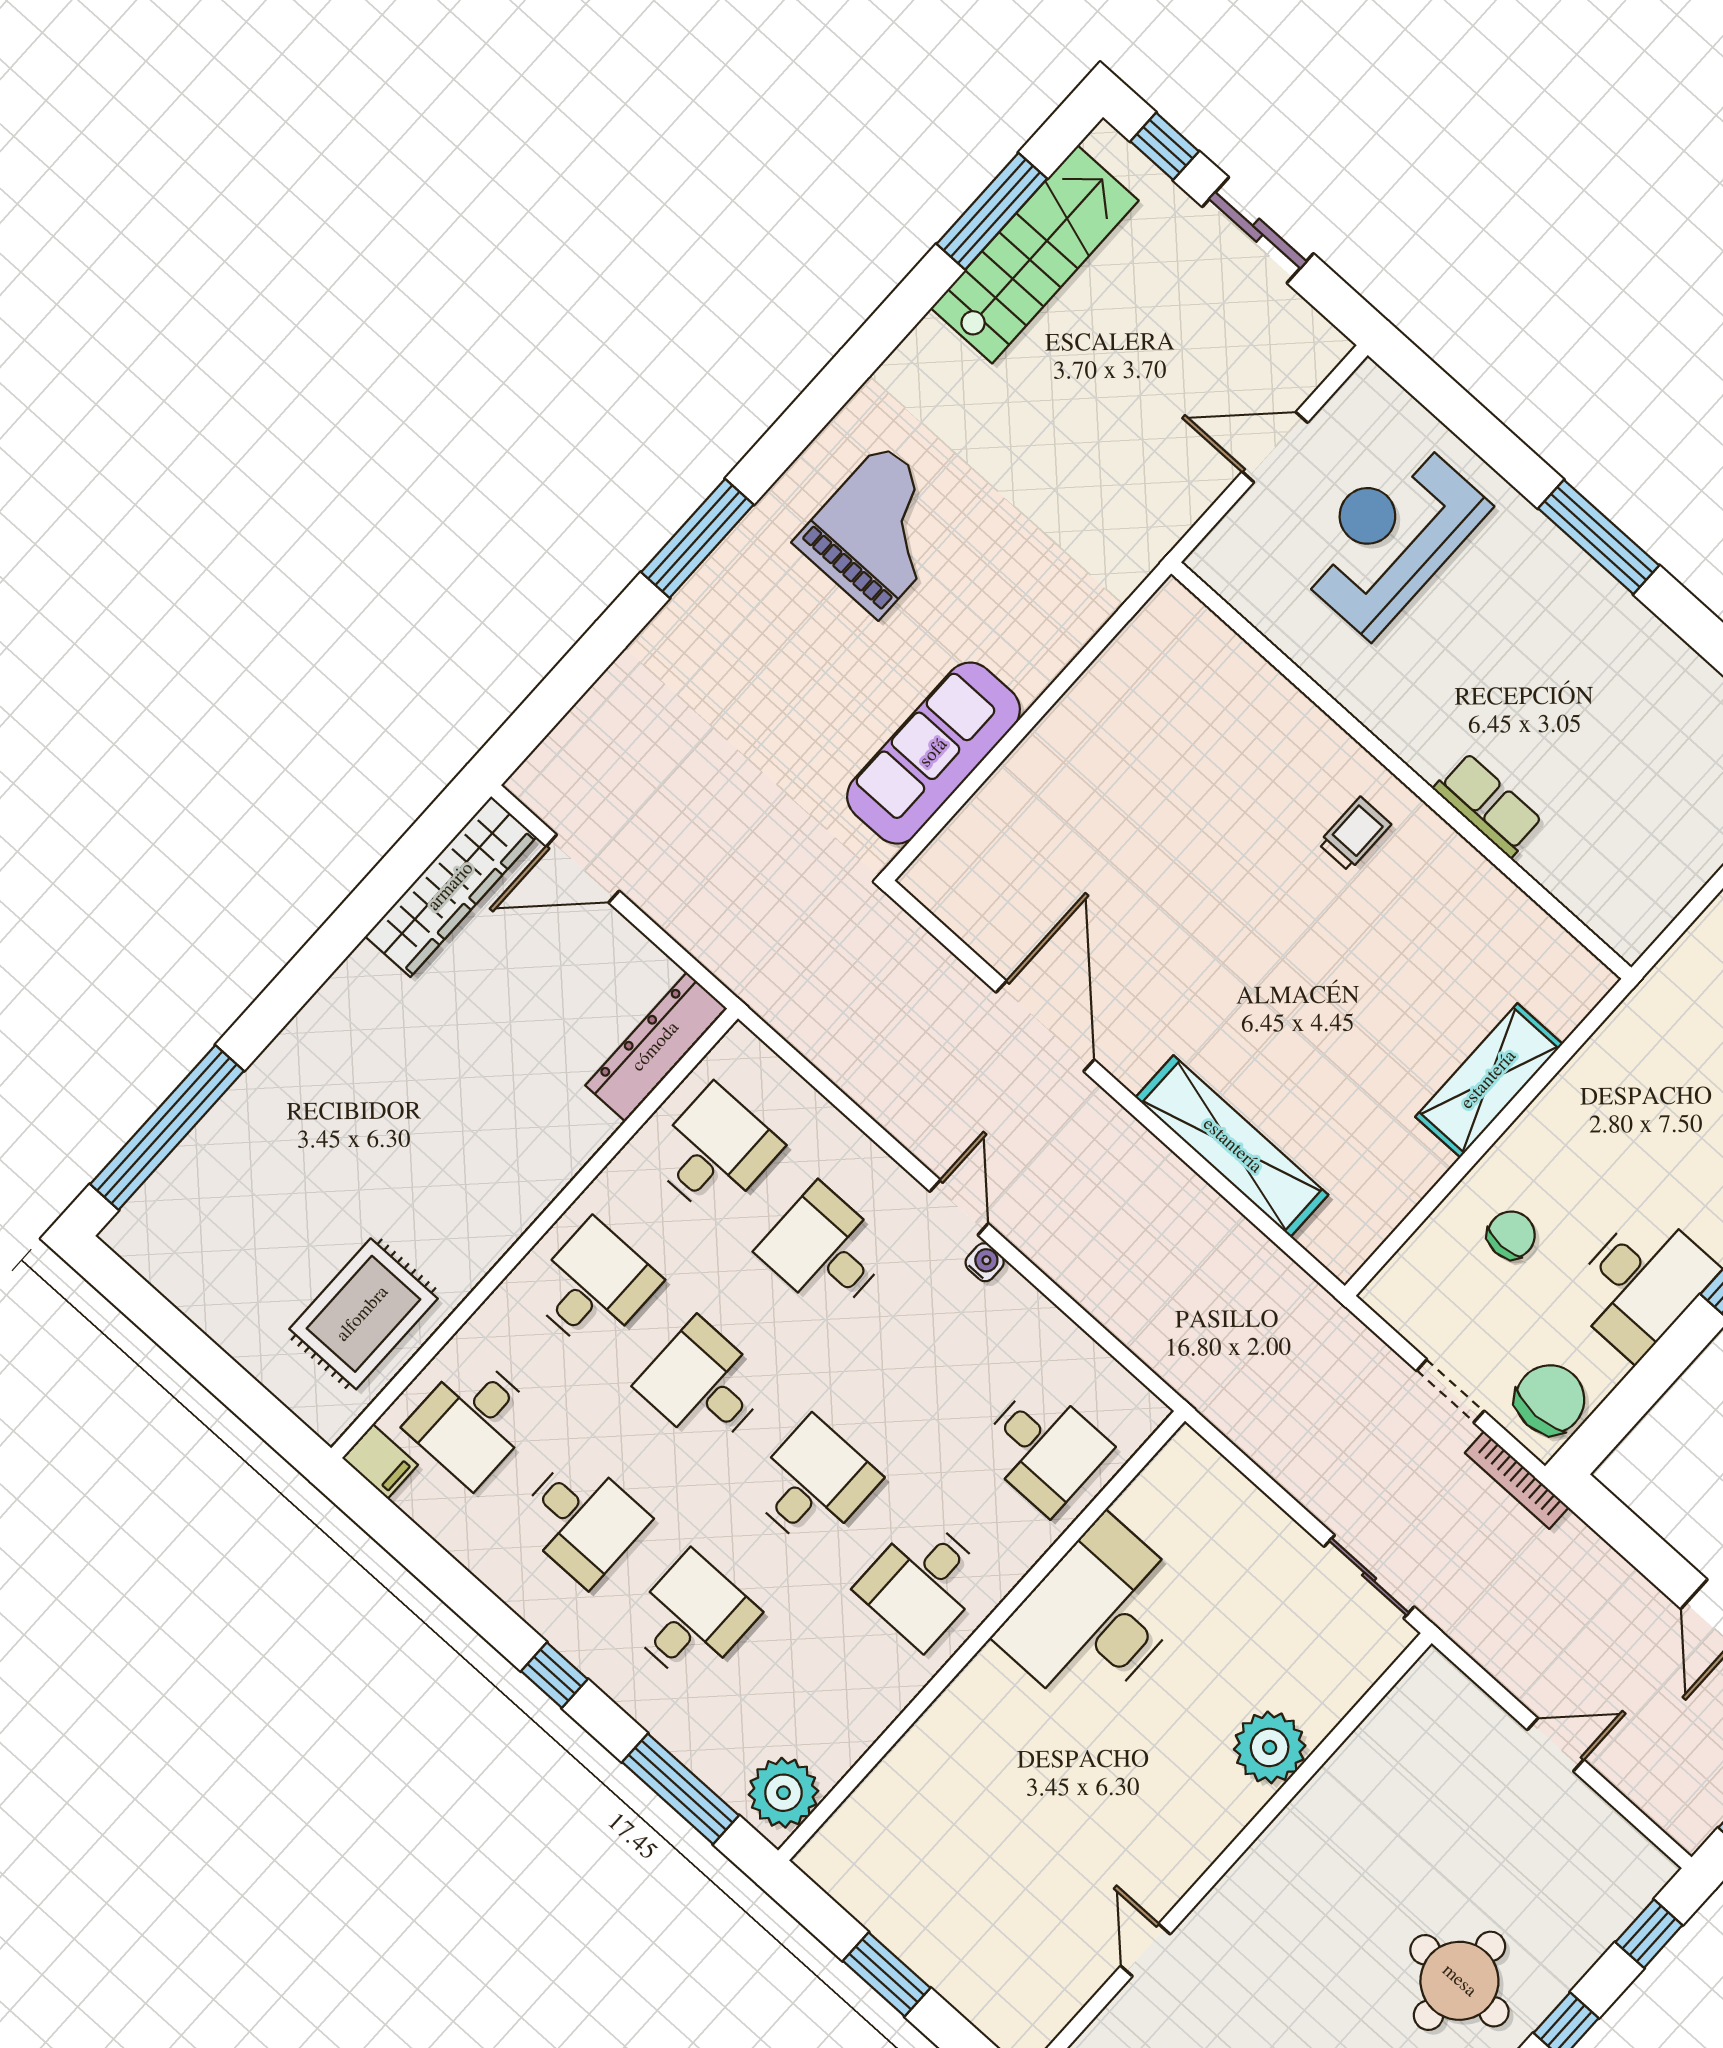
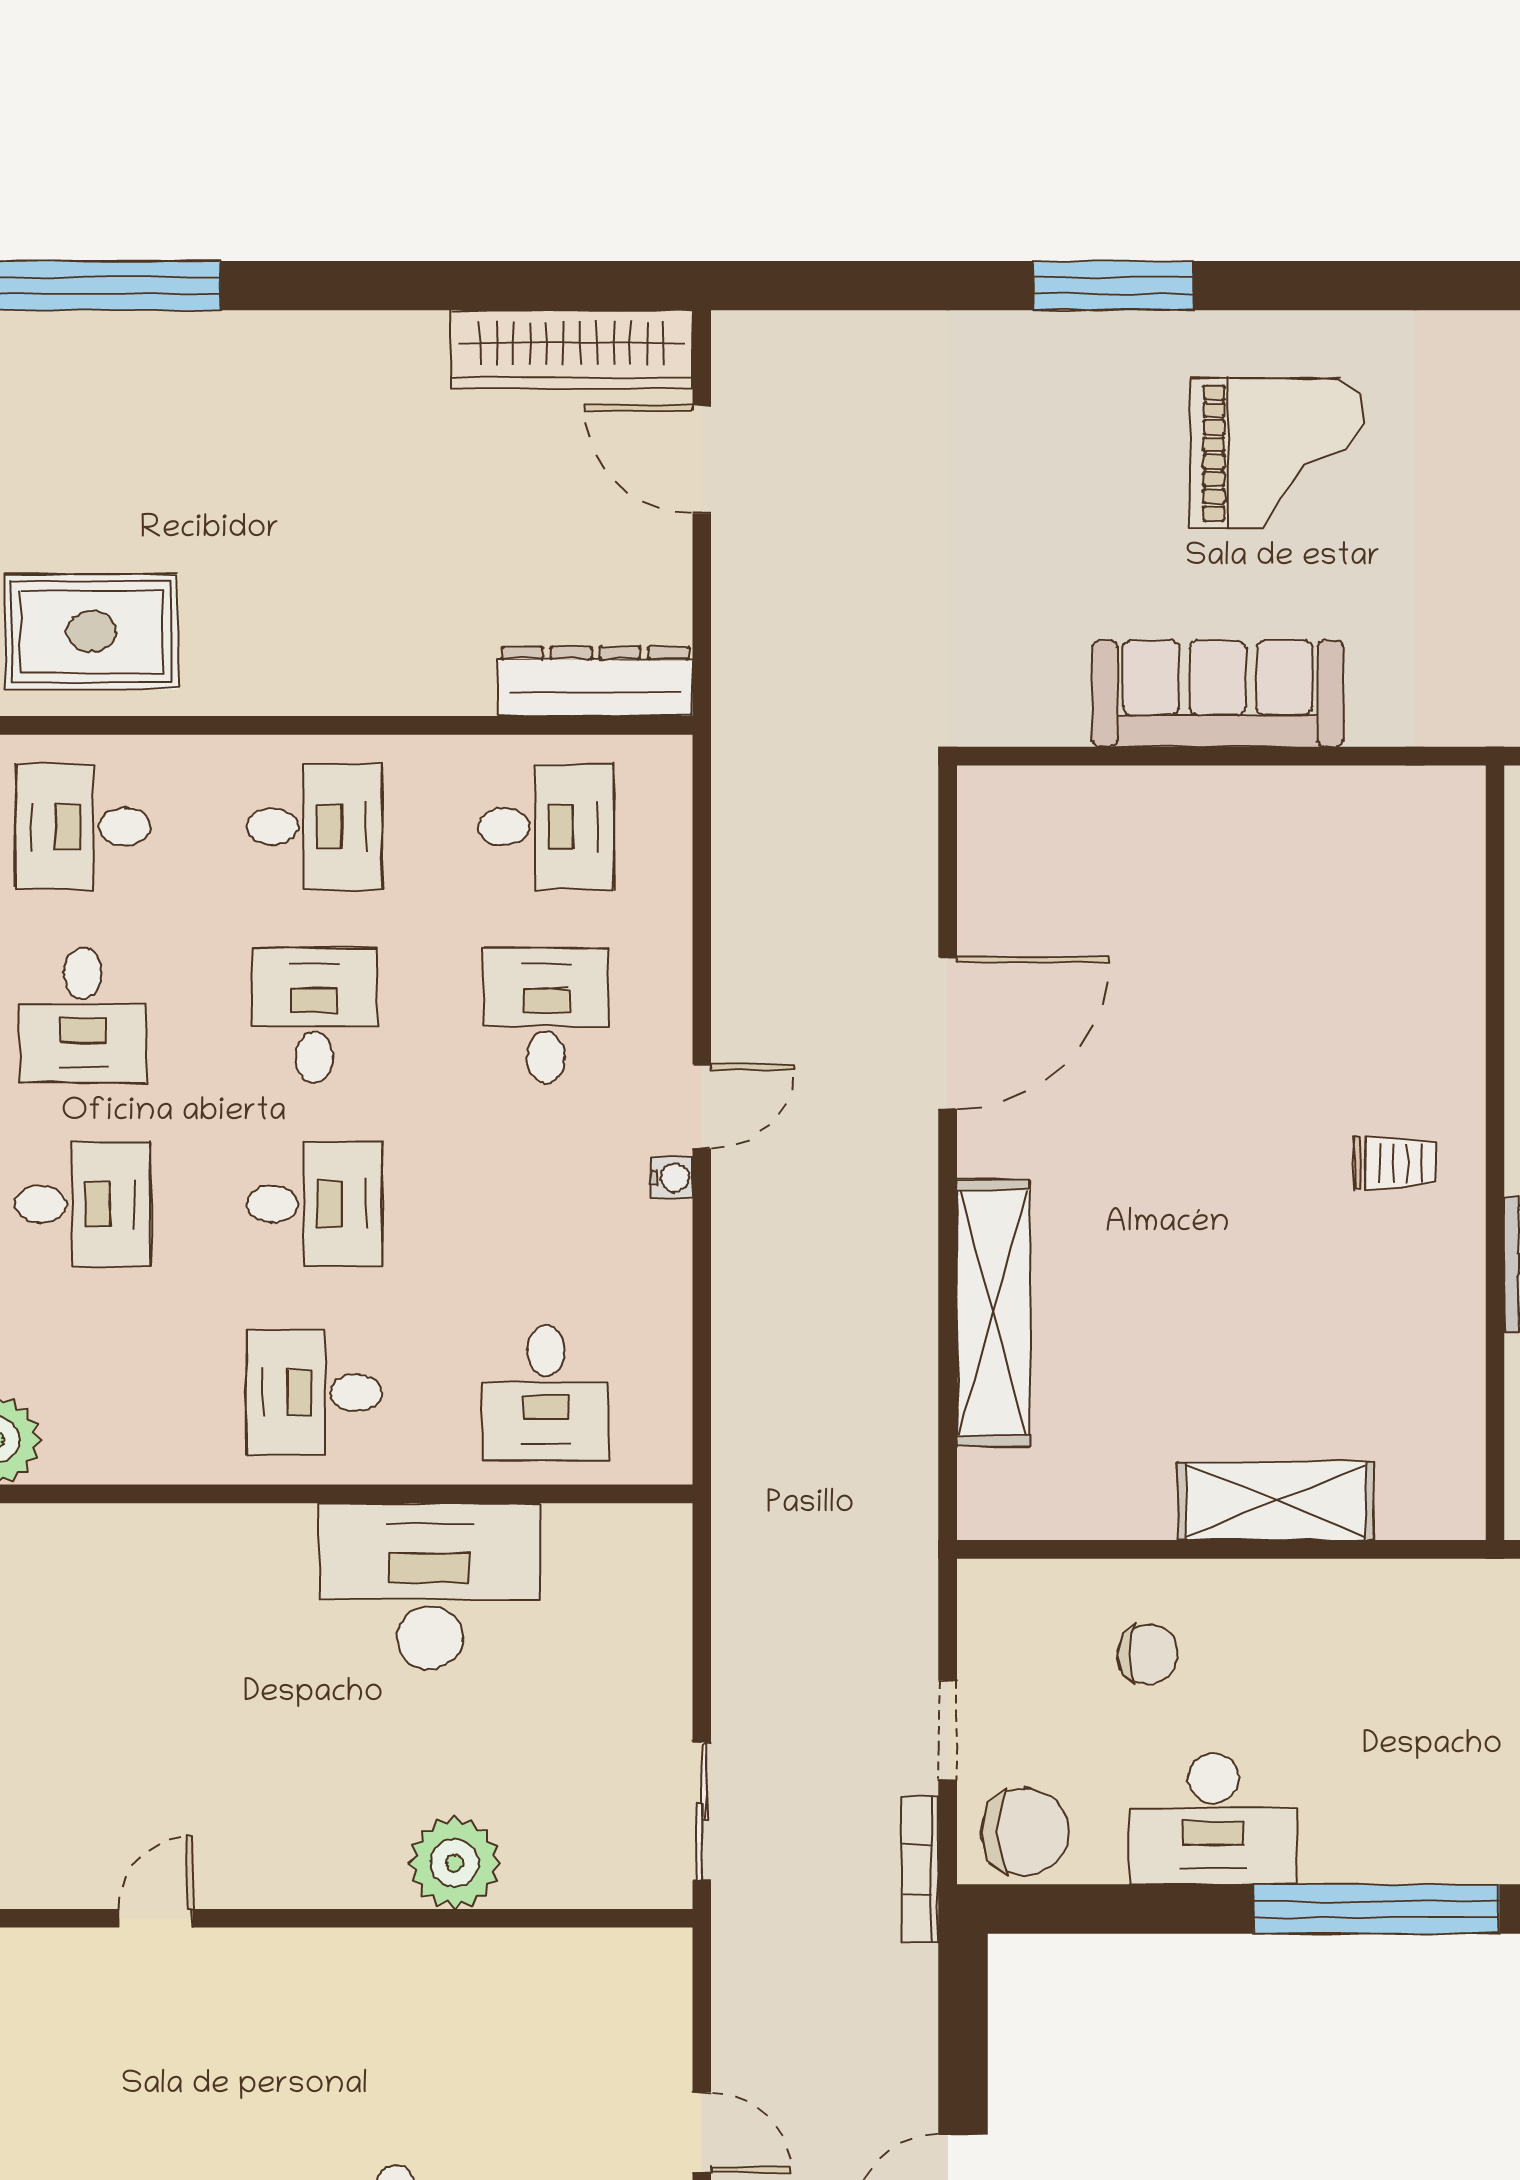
sofa: (934, 753) -> (1218, 694), moved

